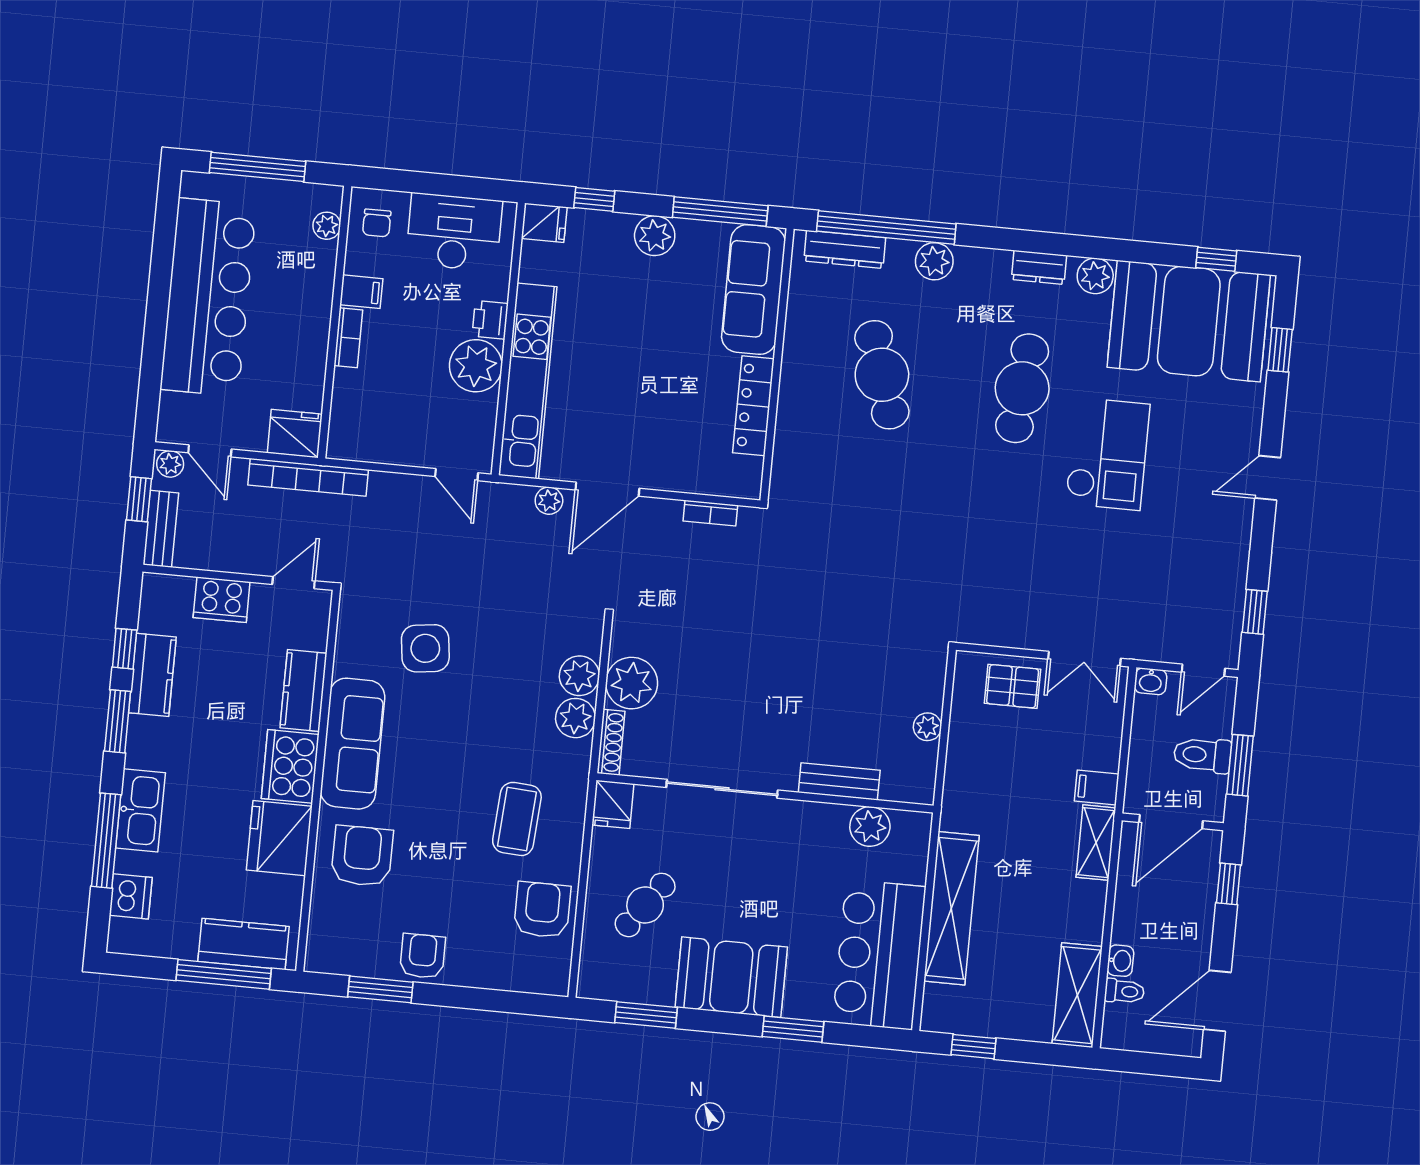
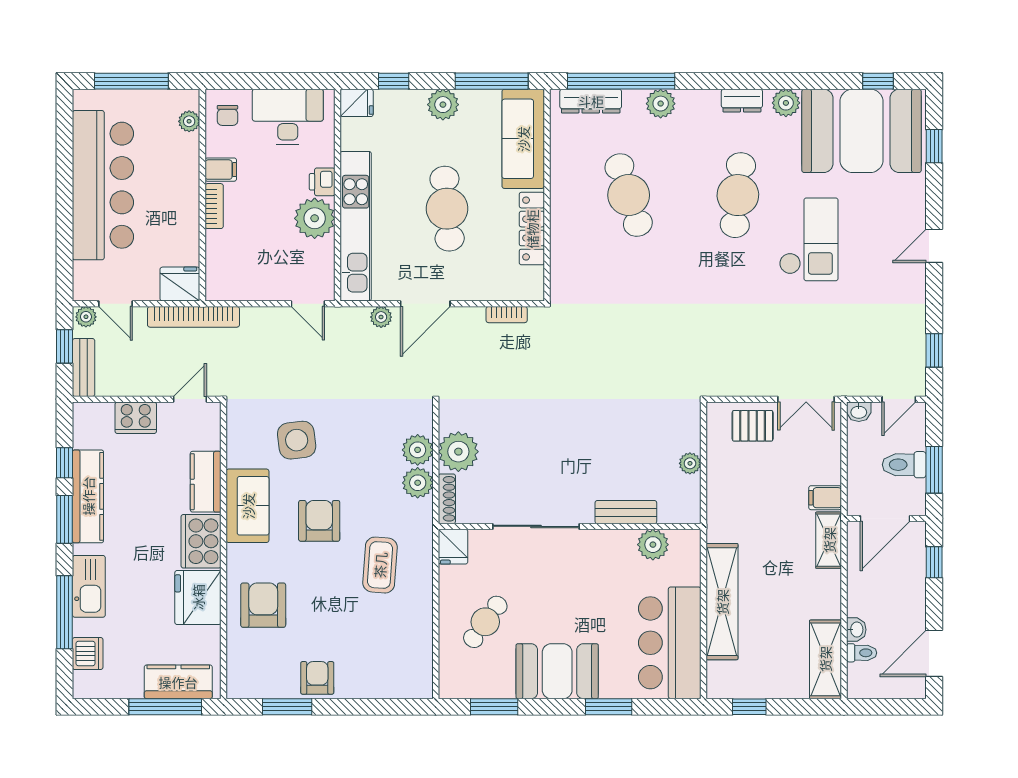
cafe table: (647, 370) -> (447, 209), added
kitchen counter: (152, 675) -> (88, 496), width x1.50
sofa: (353, 744) -> (248, 506), width x0.73
armchair: (542, 910) -> (319, 521), moved

